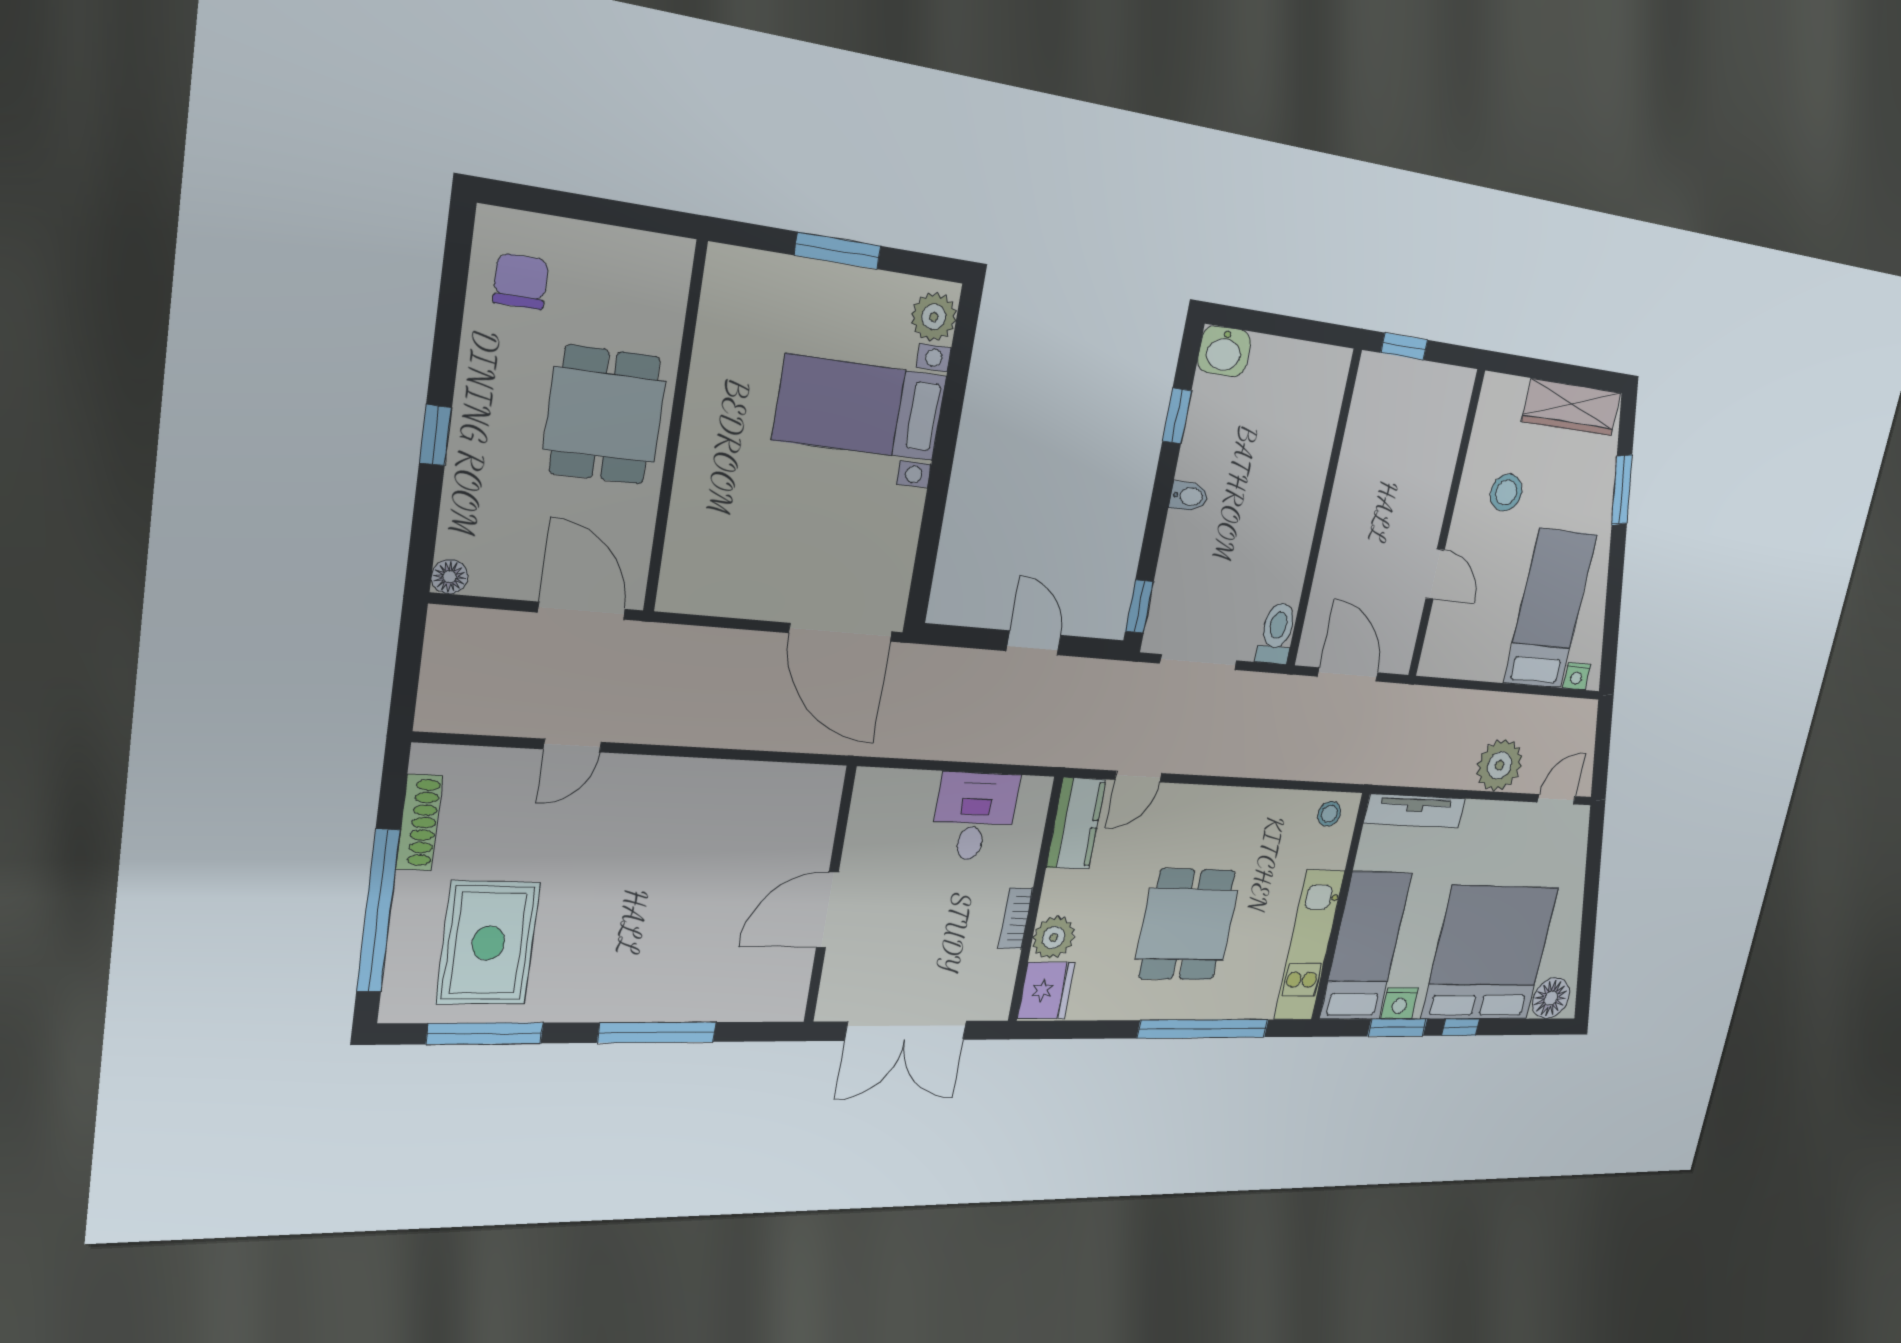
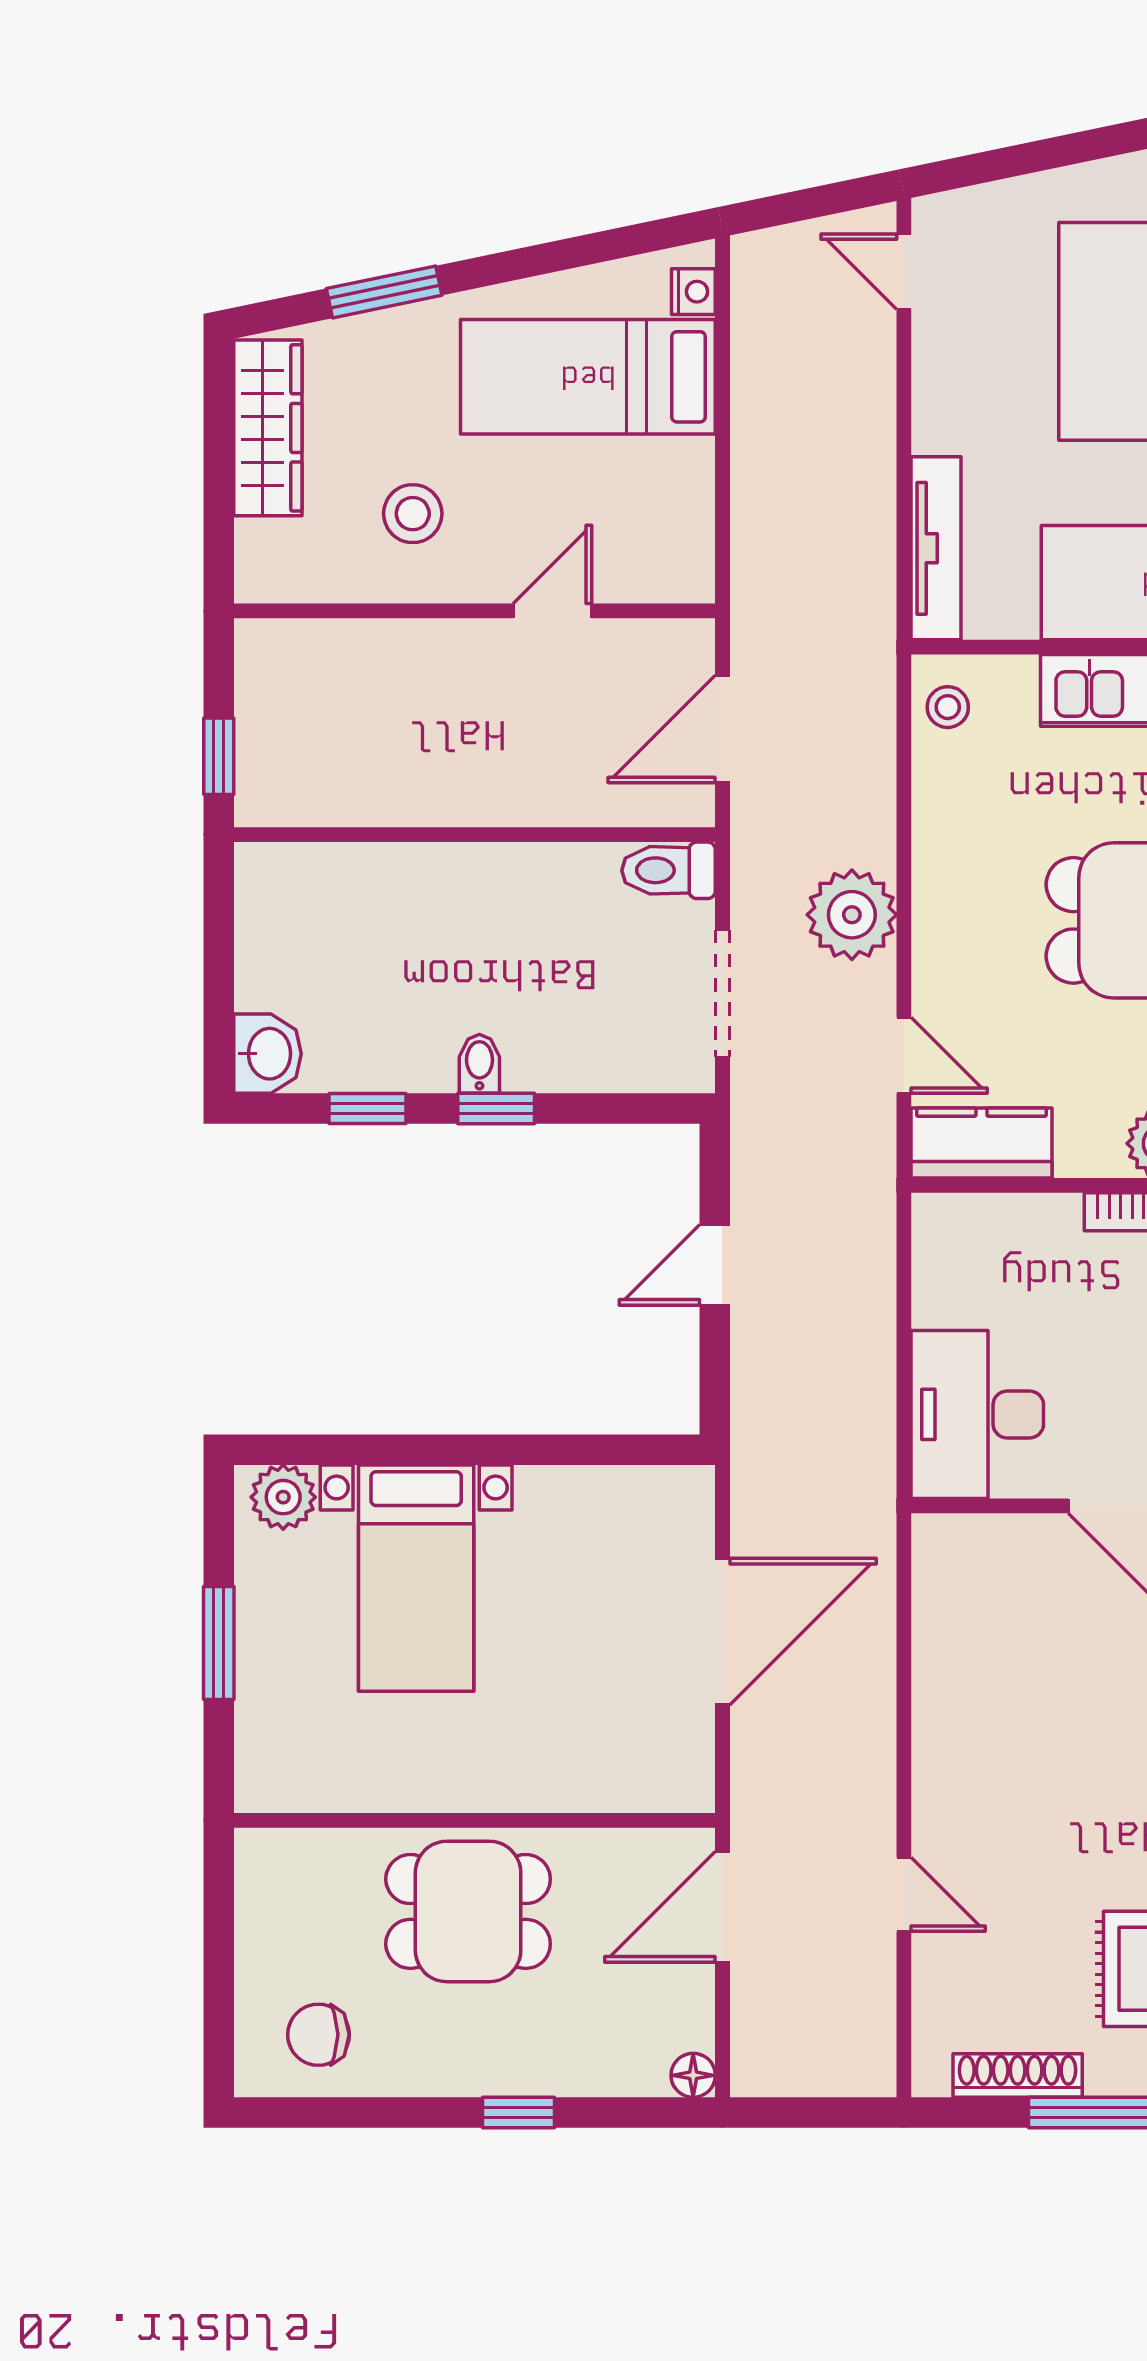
window: (1139, 606) -> (496, 1109), moved
door: (841, 632) -> (722, 1632), moved
plant: (1500, 765) -> (852, 915), moved
desk: (974, 816) -> (977, 1414), moved, width x1.37

